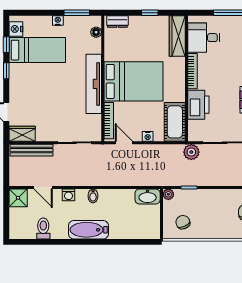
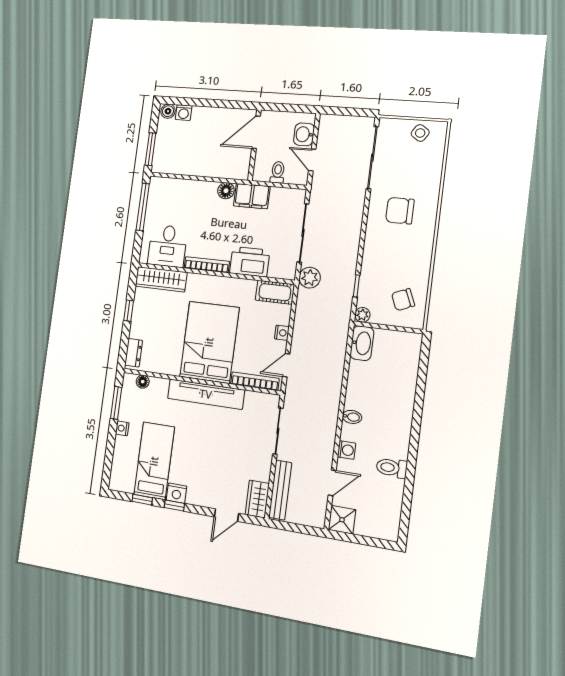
nightstand: (16, 29) -> (177, 493), moved
cot: (175, 122) -> (275, 292), width x0.73, depth x0.75
toilet: (43, 229) -> (392, 468), moved
bathtub: (88, 230) -> (398, 430), removed

